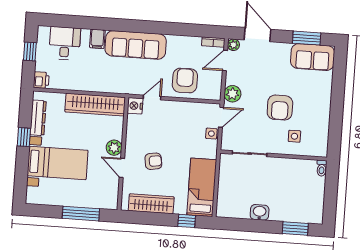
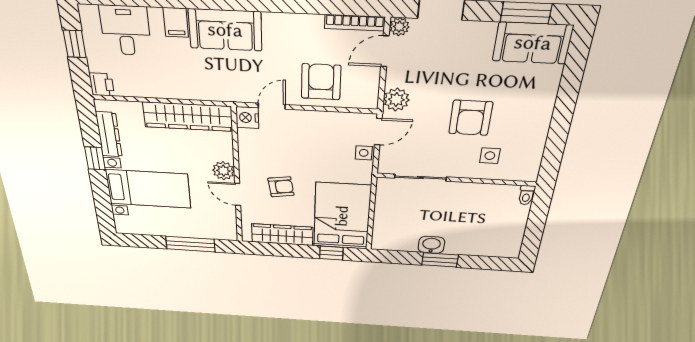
bookcase: (213, 42) -> (355, 23), width x1.56
sofa: (136, 45) -> (225, 30), width x0.73
bed: (202, 187) -> (342, 216), width x1.50
window: (295, 229) -> (440, 260), moved

